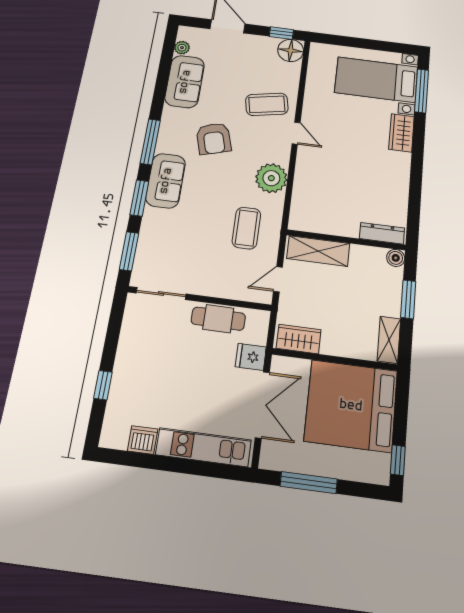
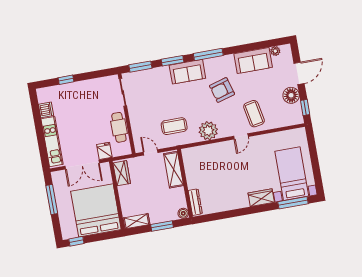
floor lamp: (291, 50) -> (291, 95), moved

